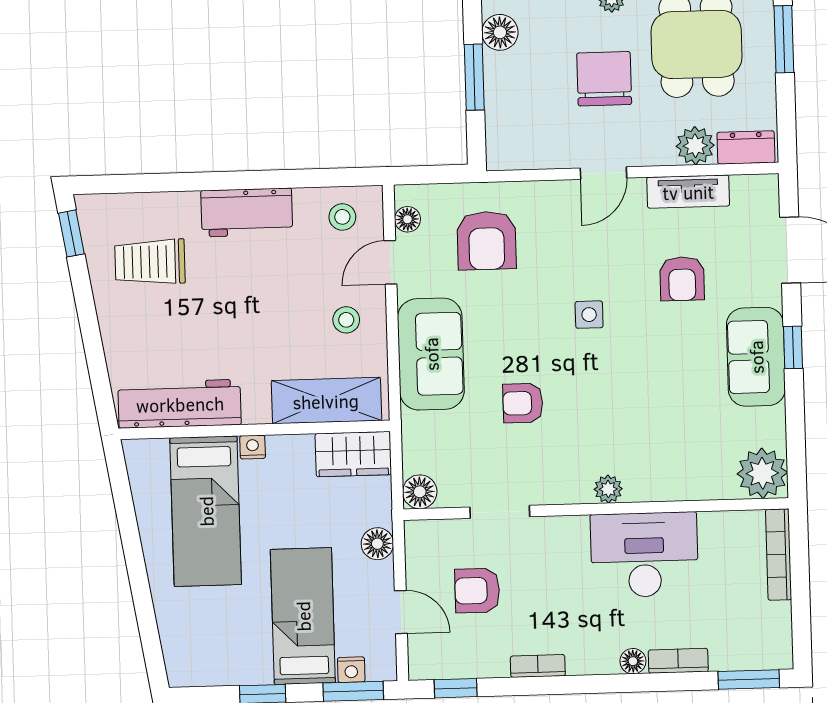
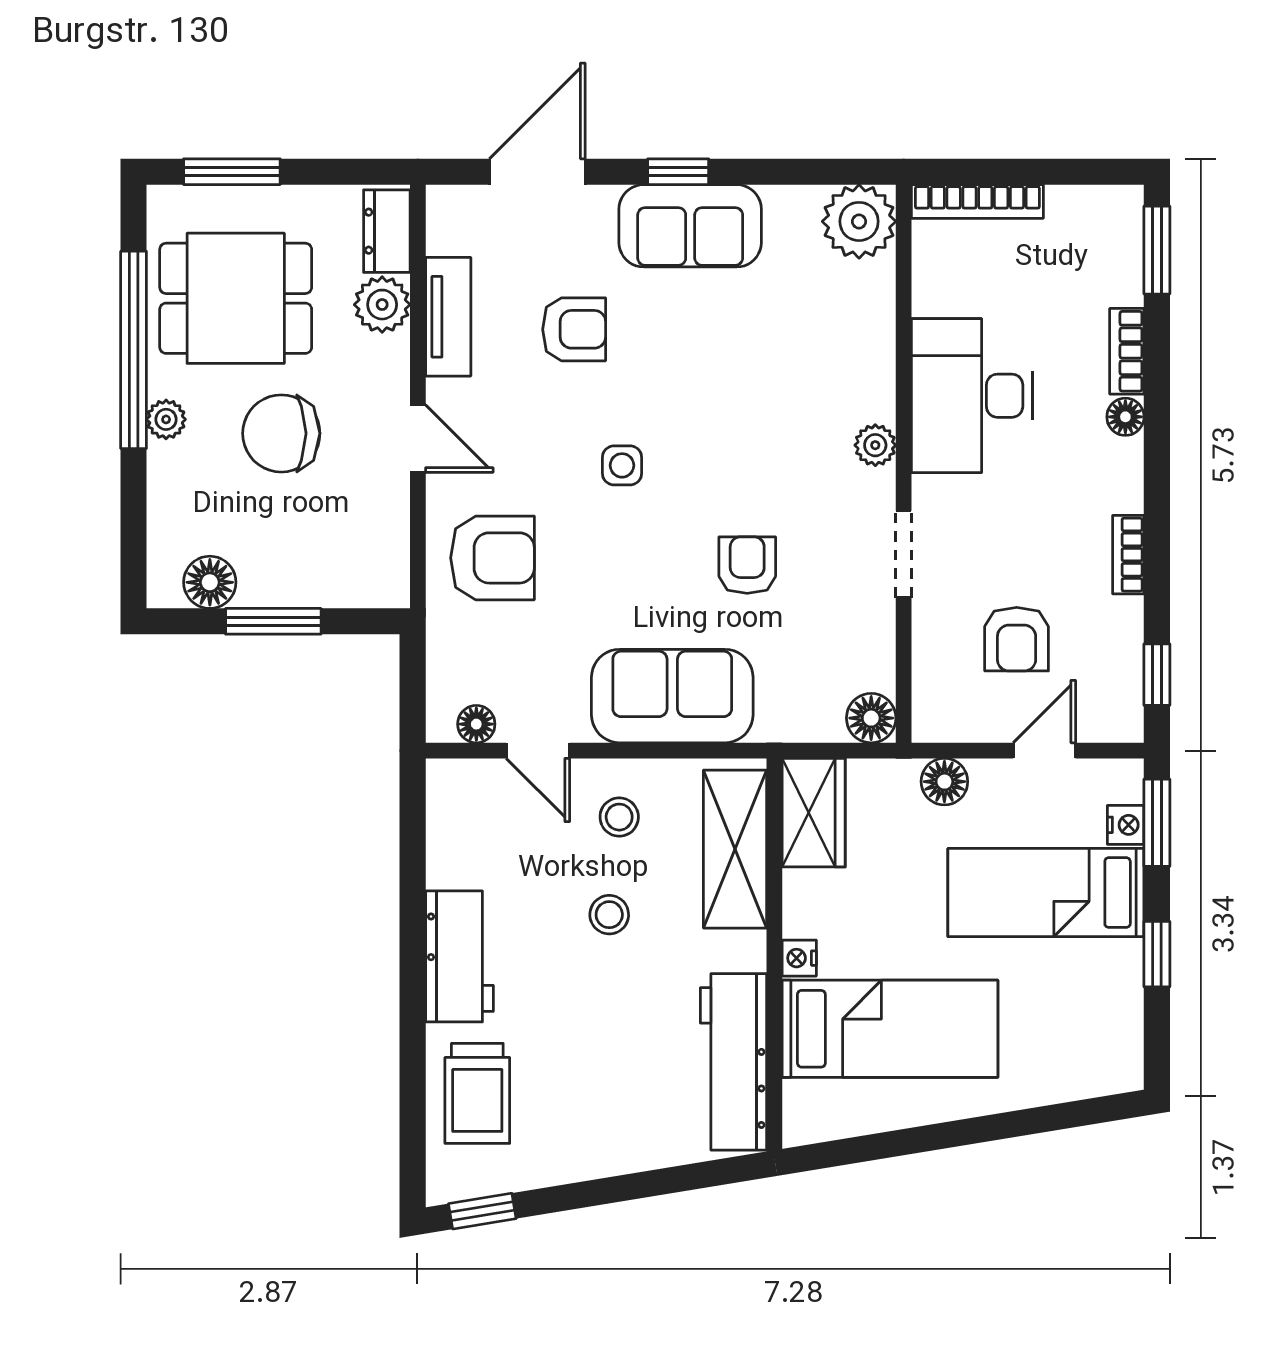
stool: (342, 217) -> (609, 915), moved
armchair: (487, 241) -> (492, 558), moved
trolley: (150, 262) -> (477, 1093), moved
armchair: (523, 403) -> (747, 565), turned 180
doorway: (500, 512) -> (904, 554), moved

